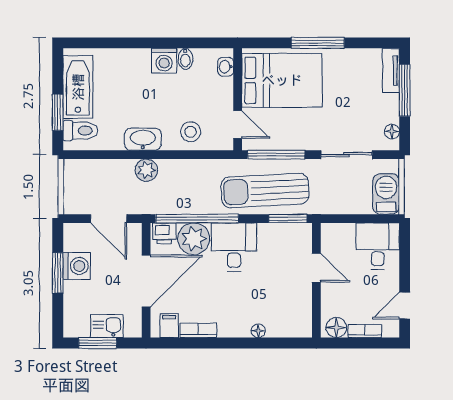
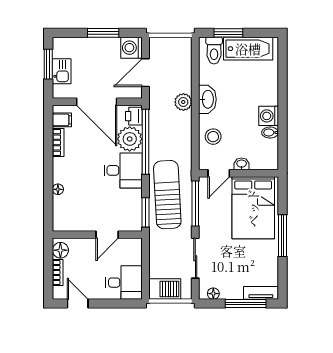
washbasin: (226, 67) -> (242, 164), moved
washing machine: (77, 266) -> (132, 48), moved, turned 90

